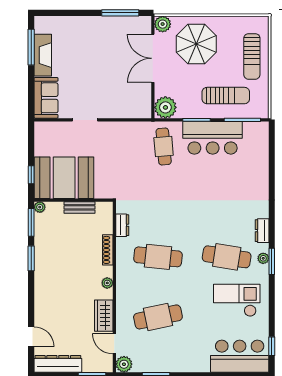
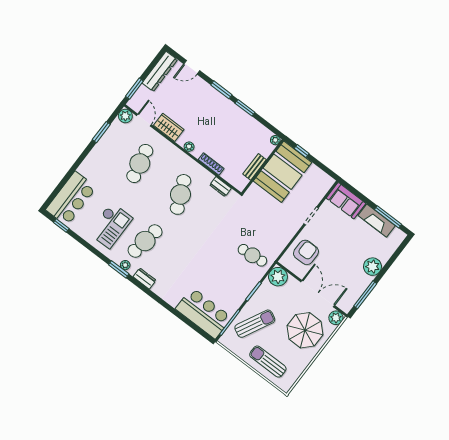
plant: (89, 26) -> (372, 267), added
sun lounger: (226, 96) -> (255, 324), turned -153
armchair: (123, 98) -> (306, 252), added
bar counter: (213, 138) -> (204, 313), moved, turned 90
window: (31, 222) -> (221, 90), moved
cafe table: (158, 257) -> (181, 194), turned -30
door: (114, 344) -> (144, 120), hinge flipped

